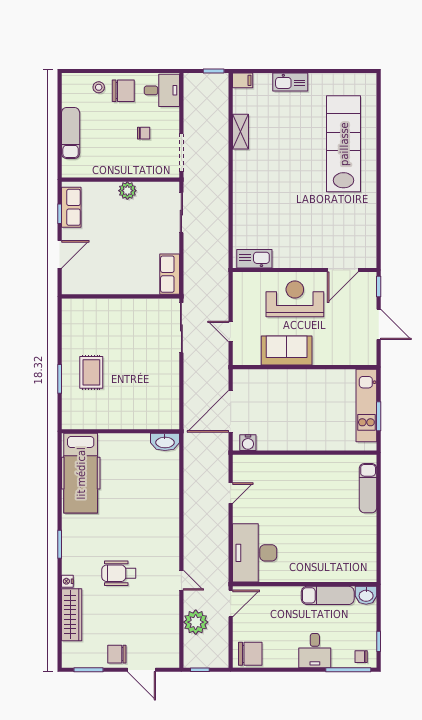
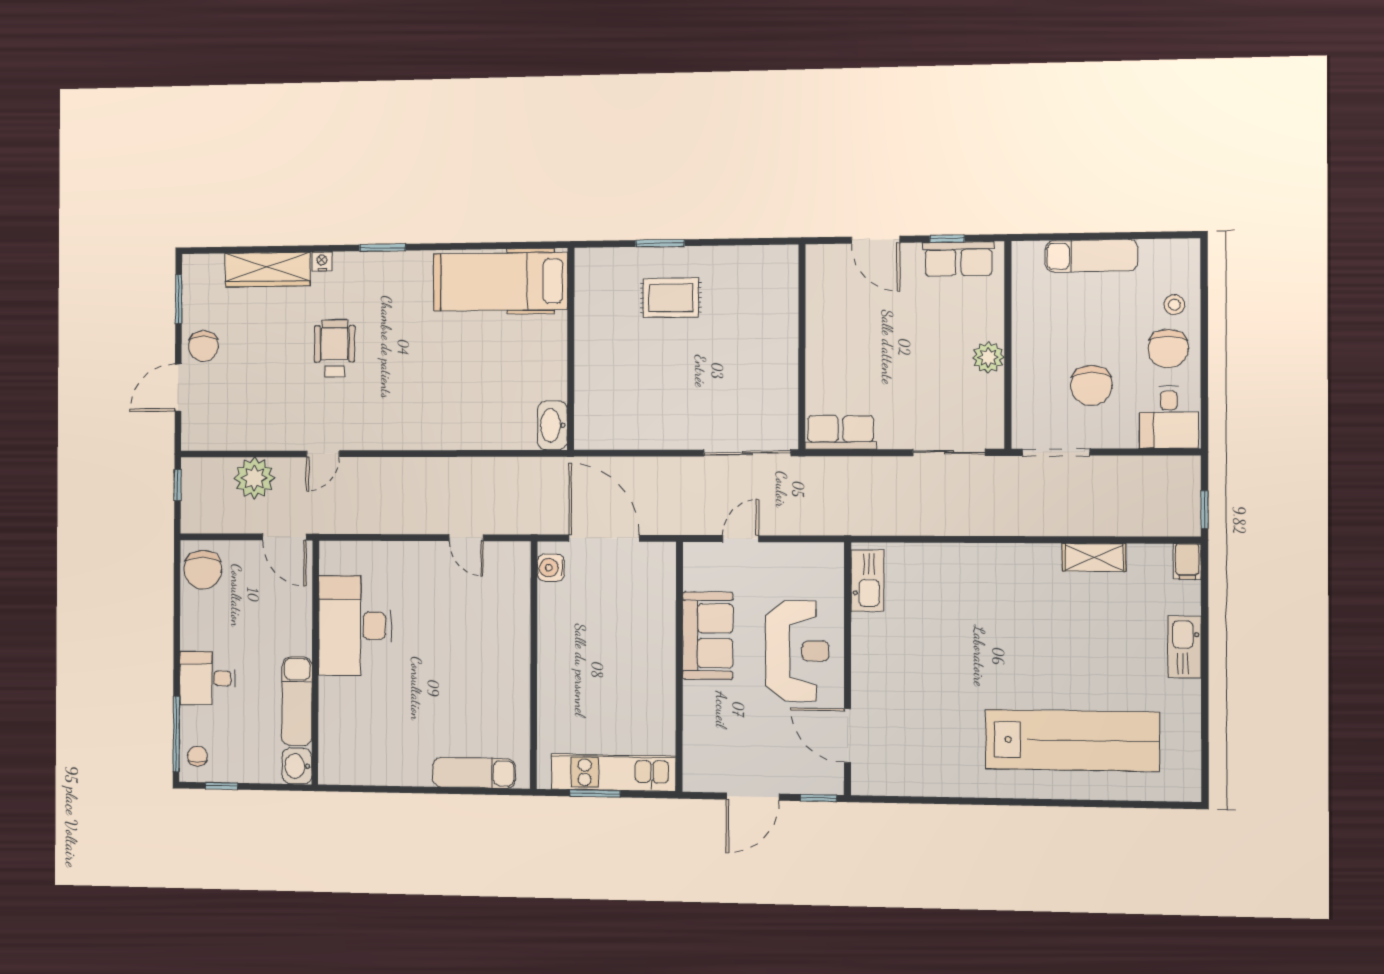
chair: (144, 133) -> (1091, 385), width x1.87, depth x1.87
desk: (255, 553) -> (355, 626), moved, turned -90
chair: (117, 654) -> (203, 346), turned 180

